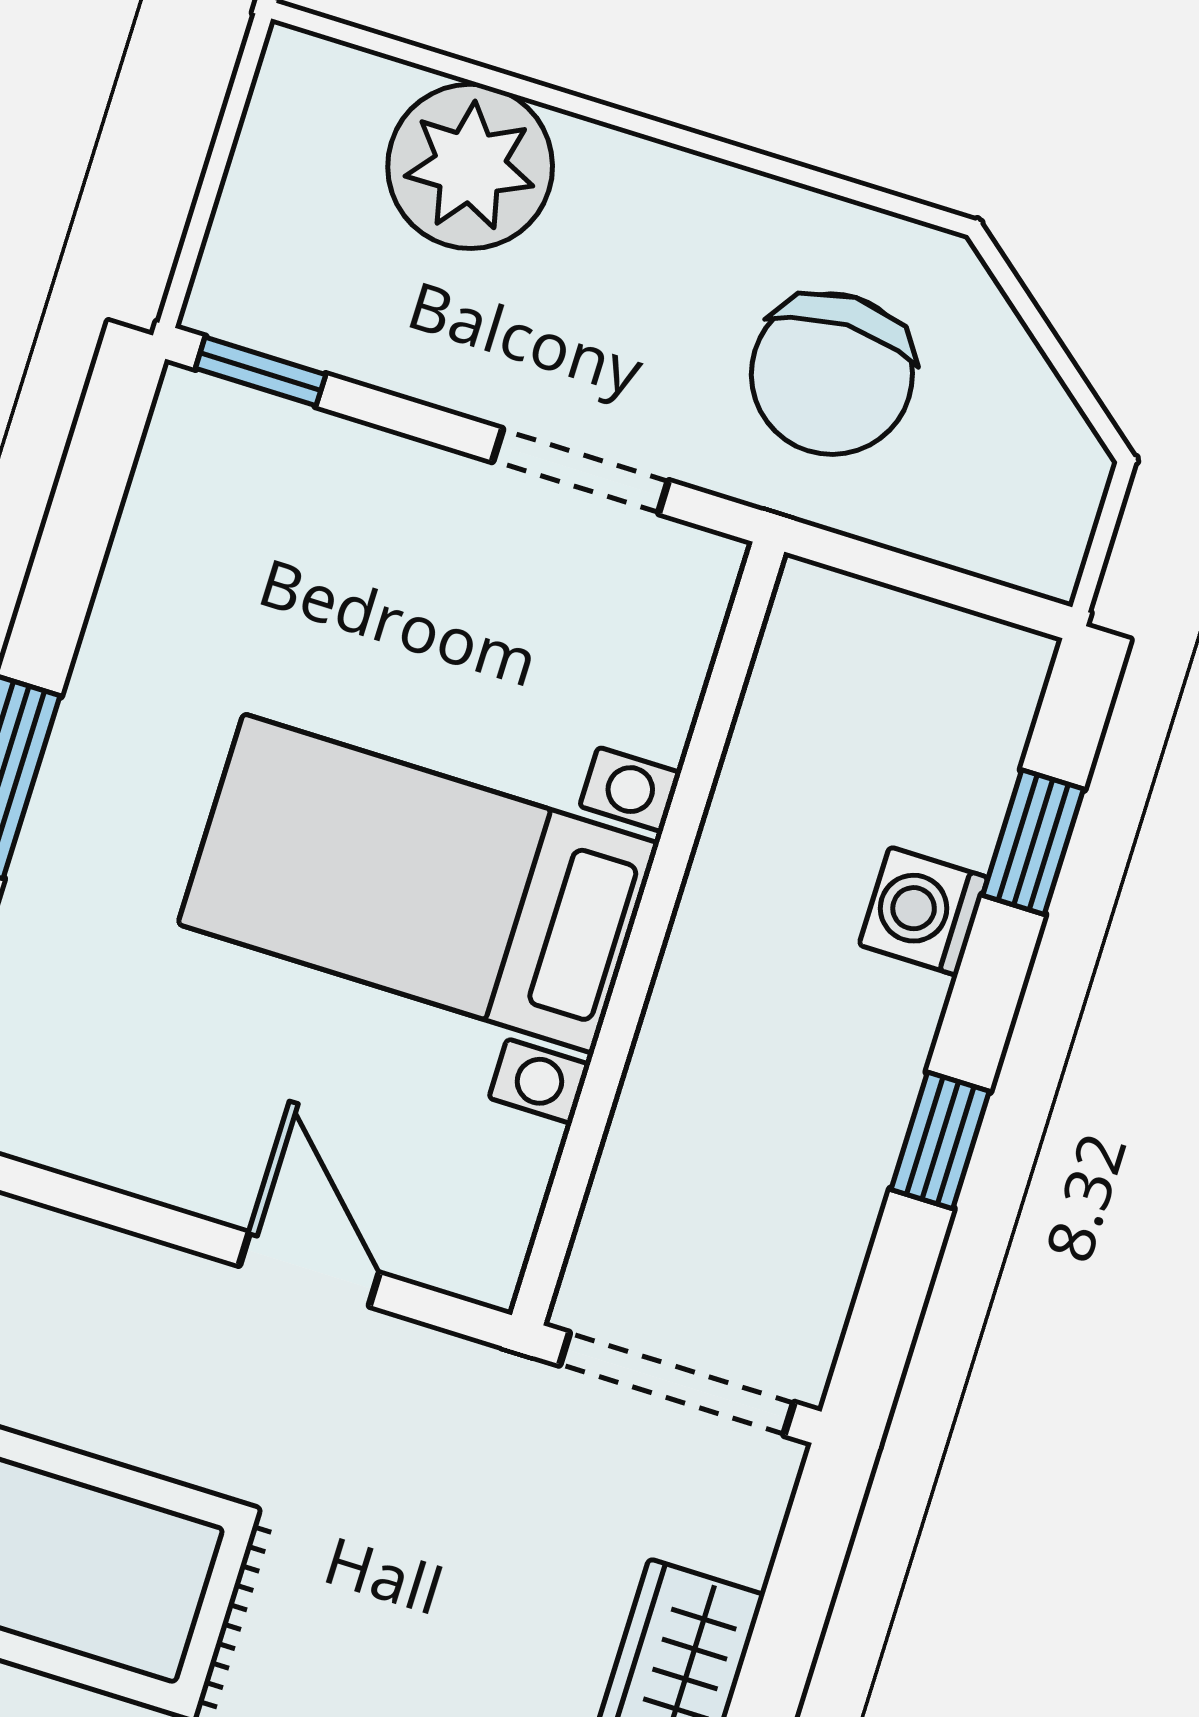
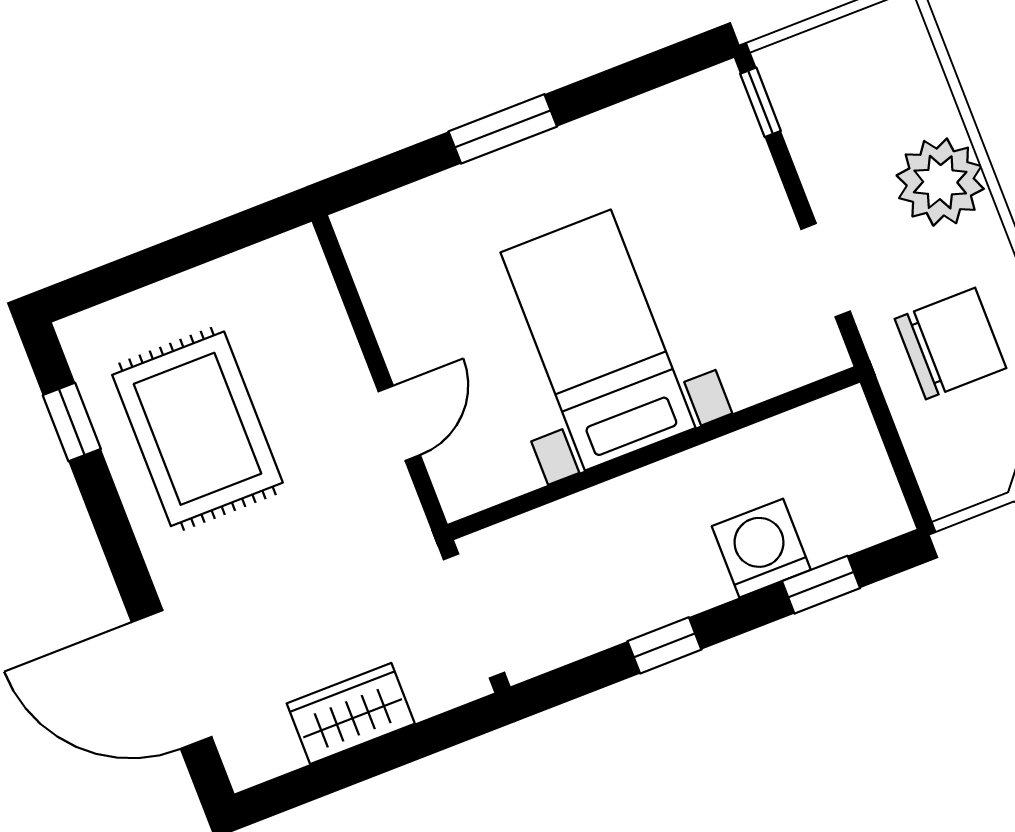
plant: (470, 166) -> (940, 182), moved
chair: (832, 374) -> (951, 343), turned 180
washing machine: (923, 911) -> (761, 548), width x1.38, depth x1.38

